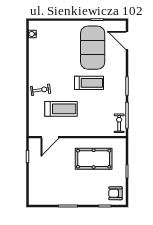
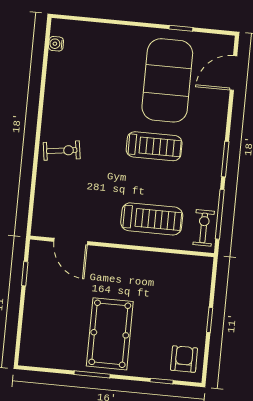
door: (127, 40) -> (233, 73), hinge flipped
treadmill: (61, 109) -> (152, 219), moved
door: (50, 137) -> (71, 241), hinge flipped
pool table: (94, 159) -> (110, 334), moved, turned 90
armchair: (115, 193) -> (184, 359), turned 90

